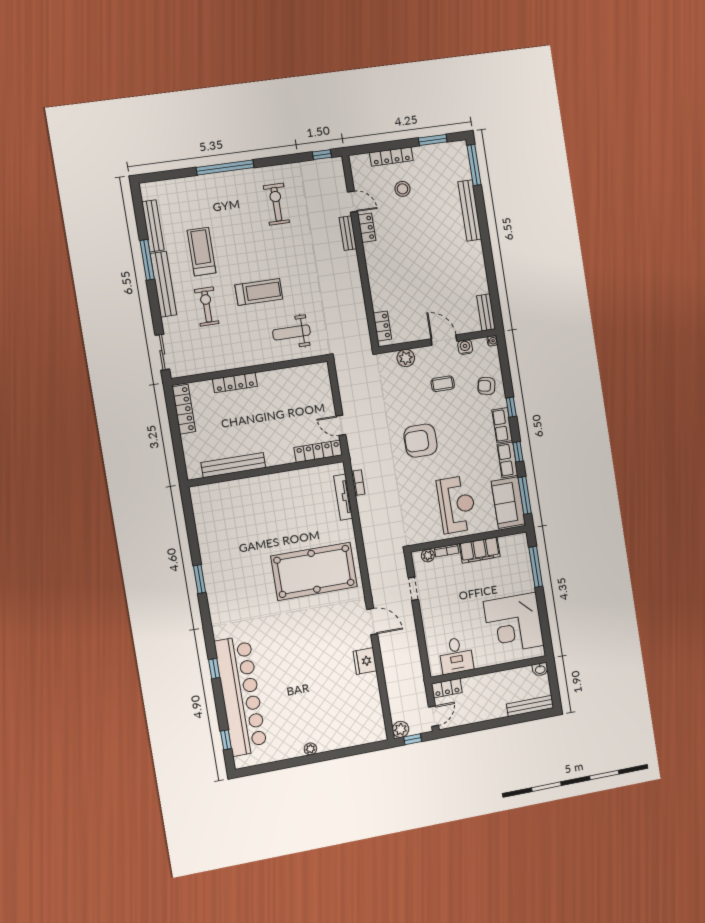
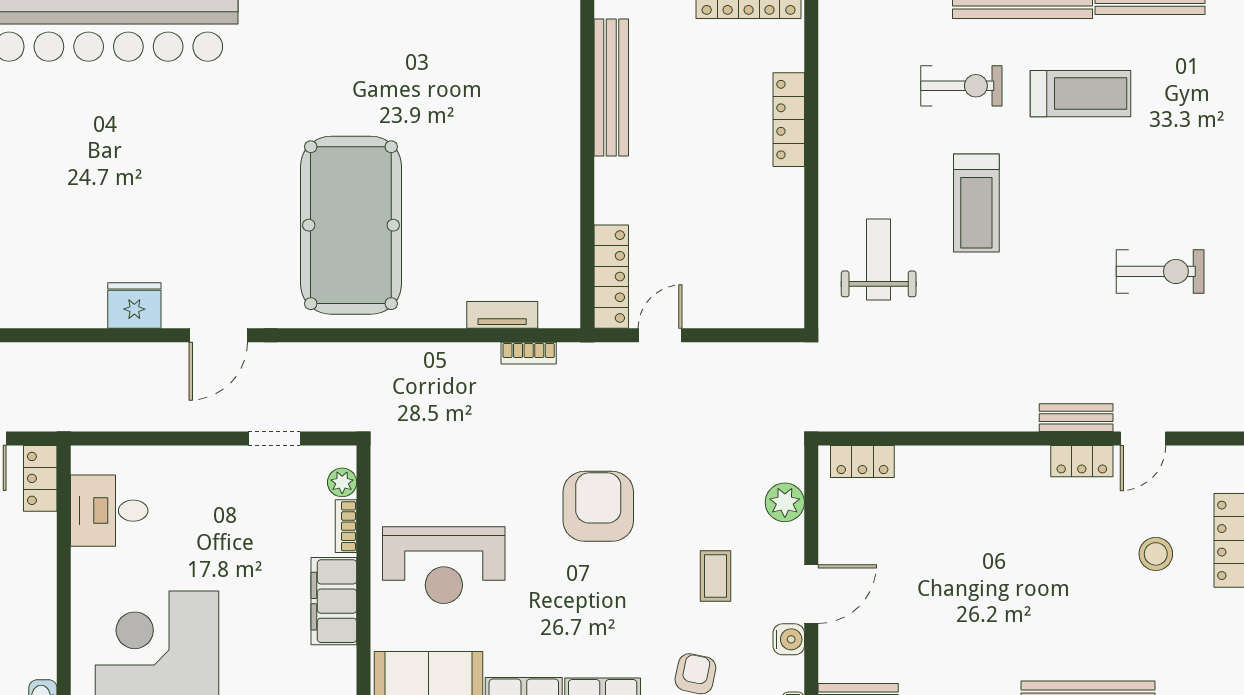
tv unit: (343, 497) -> (502, 315), width x0.71

